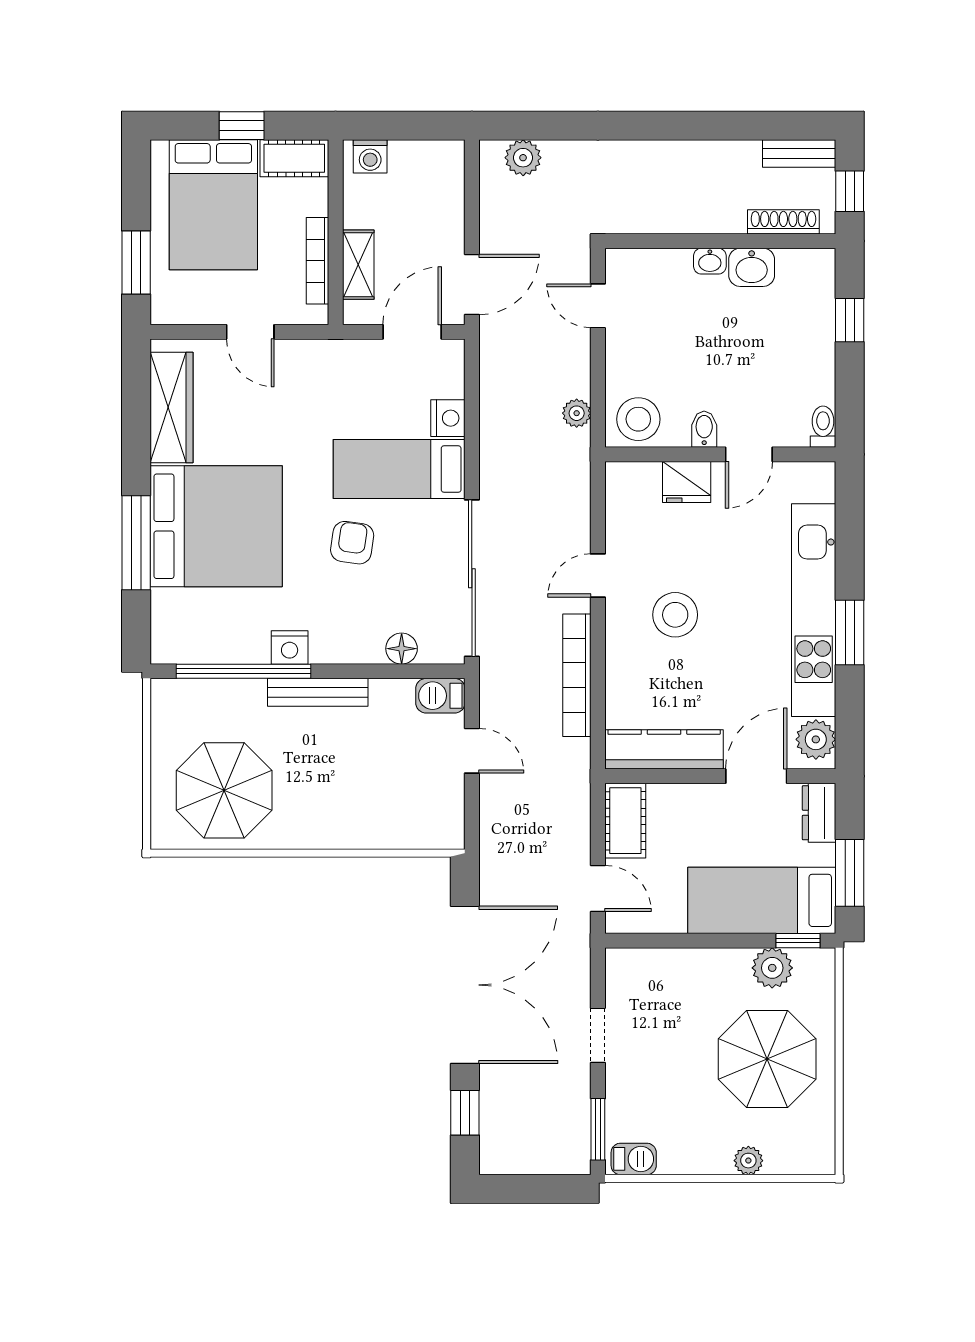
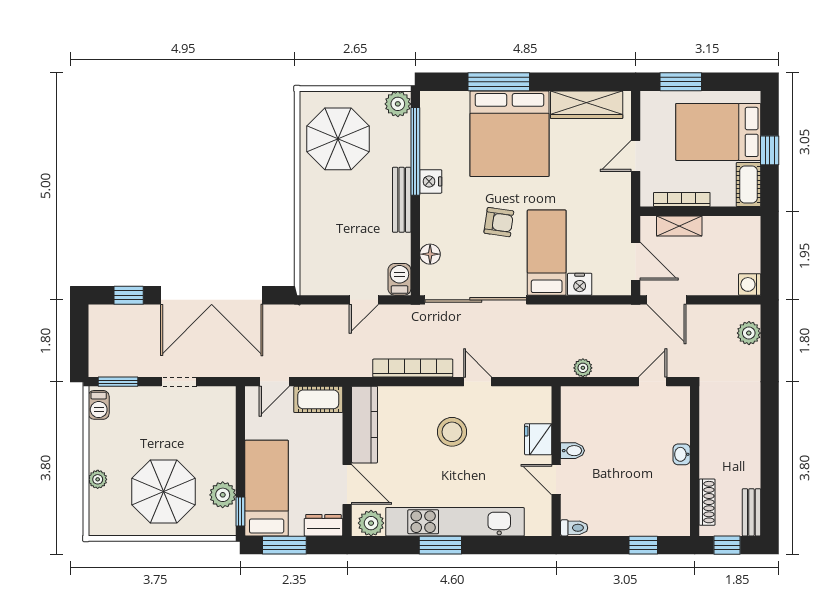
washing machine: (370, 156) -> (750, 284), moved
washbasin: (752, 267) -> (678, 481), removed
stool: (638, 419) -> (579, 408), removed
plant: (170, 698) -> (398, 104), added

